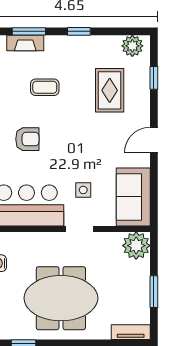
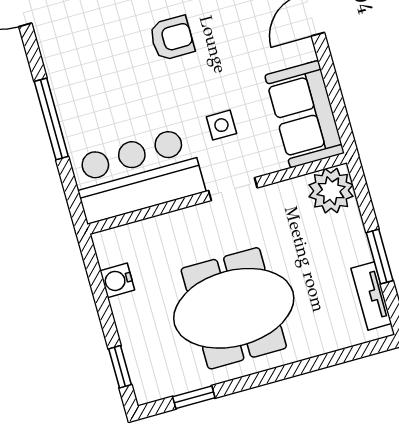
armchair: (27, 139) -> (172, 38), moved
tv unit: (131, 332) -> (371, 296), moved, turned -90

